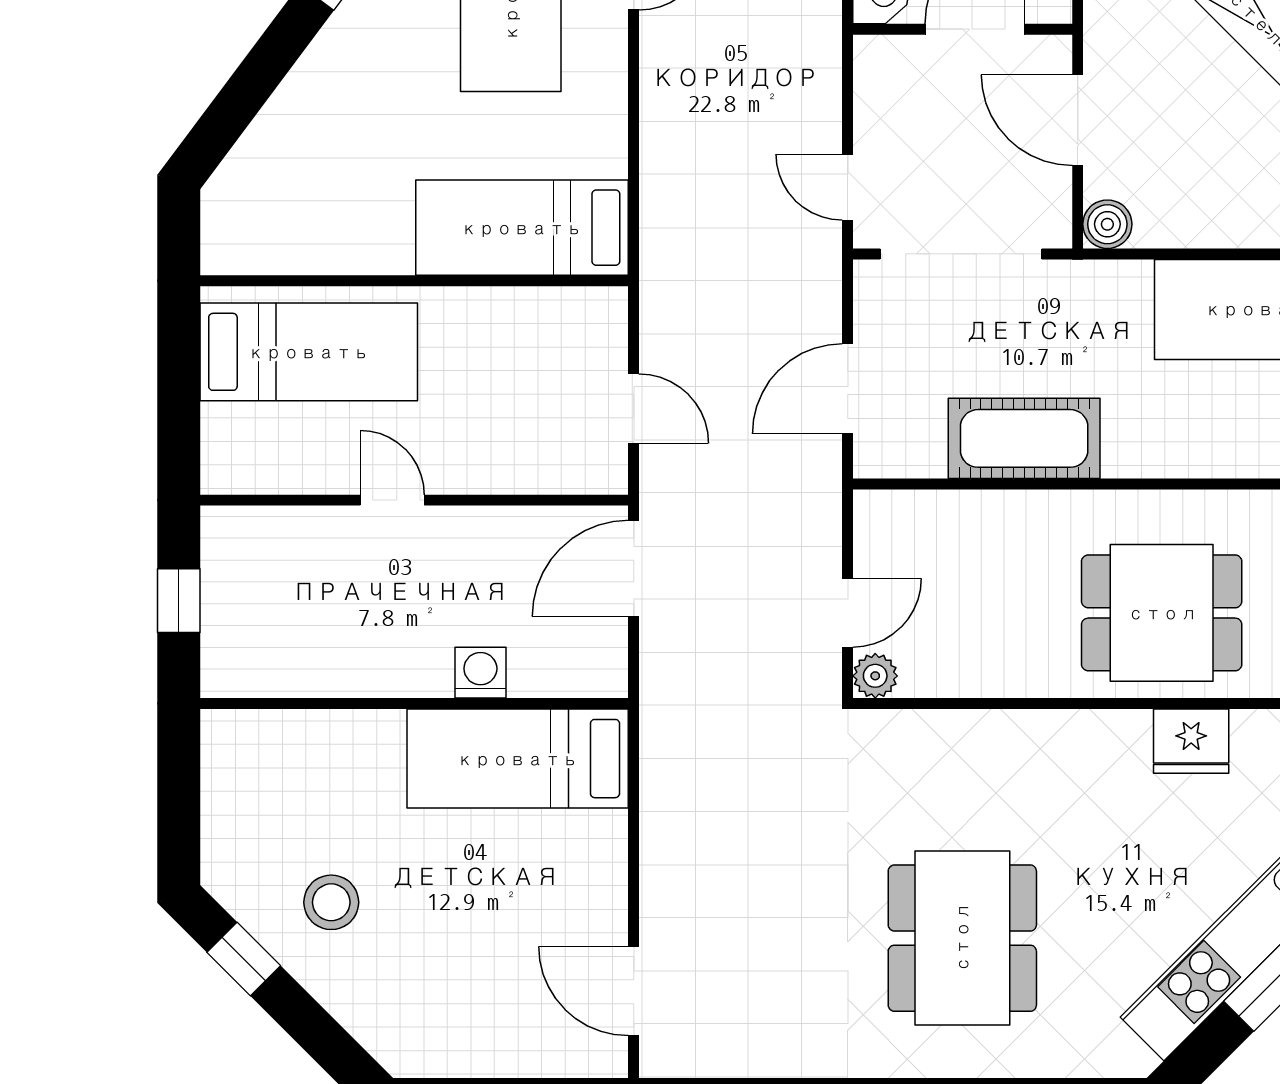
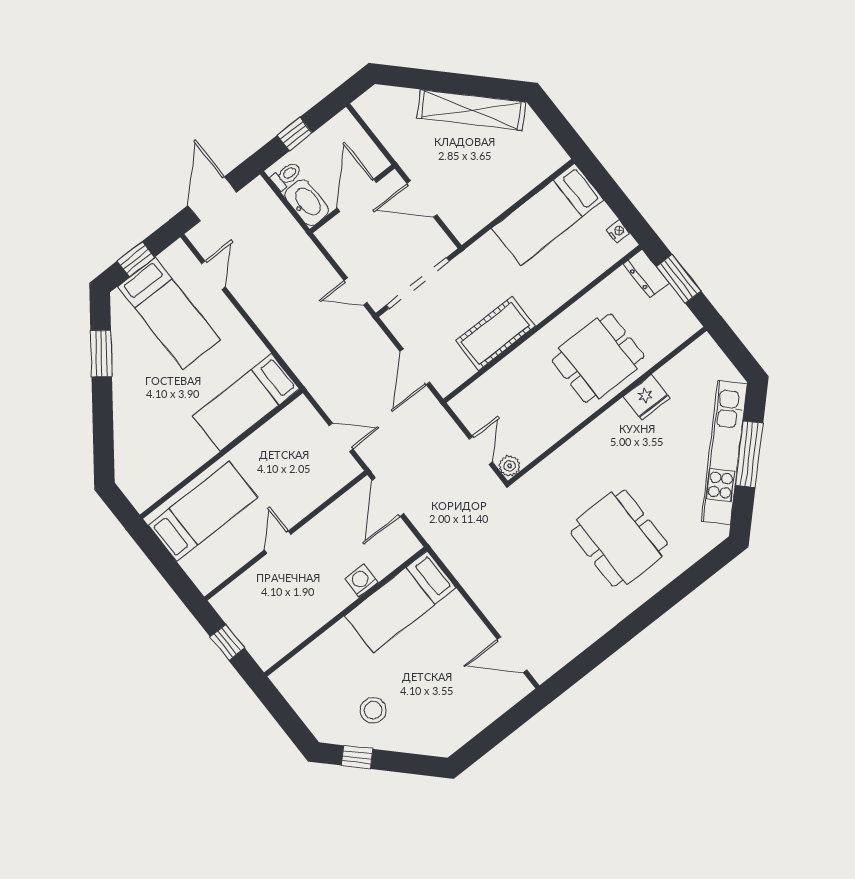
boiler: (1107, 224) -> (464, 229), removed
door: (392, 500) -> (278, 542), hinge flipped

